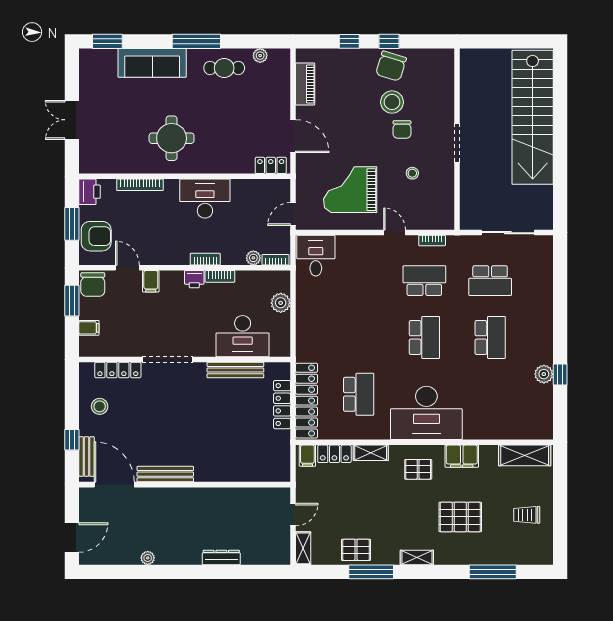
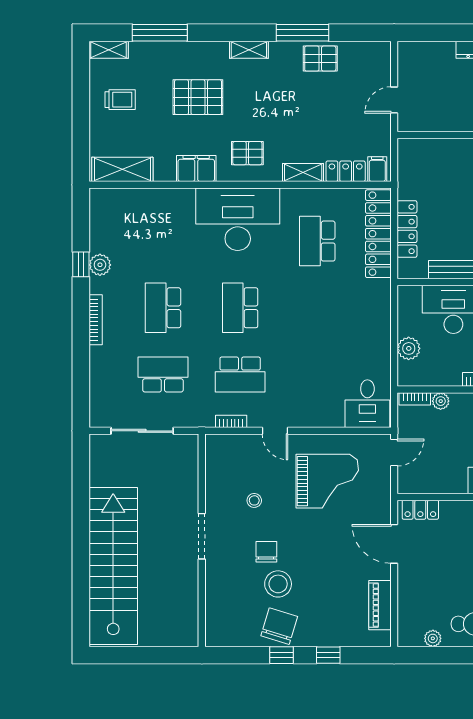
bookcase: (548, 327) -> (96, 320), added
shelving: (303, 548) -> (109, 50), moved, turned 90

